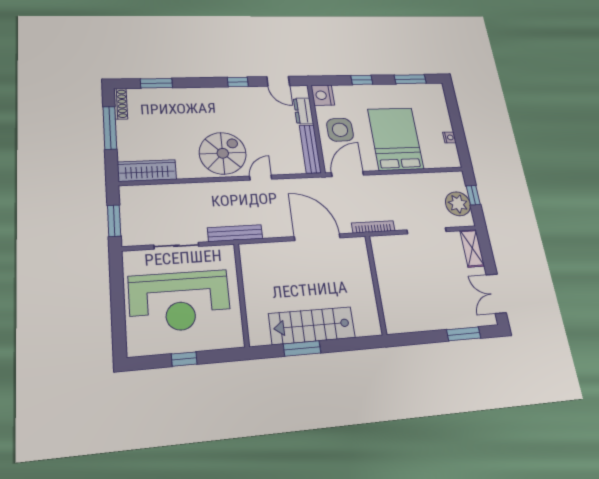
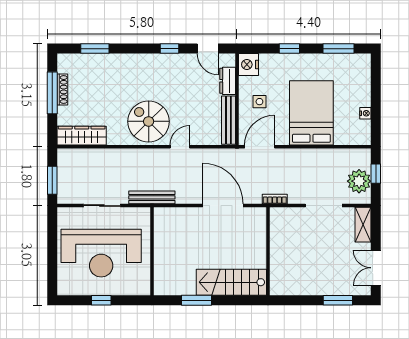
shoe rack: (121, 104) -> (62, 90), moved
side table: (340, 130) -> (259, 102), width x0.54, depth x0.54
spiral stairs: (223, 153) -> (149, 121), turned -90
bookcase: (373, 227) -> (275, 199), width x0.64
stairs: (312, 326) -> (231, 282), moved

